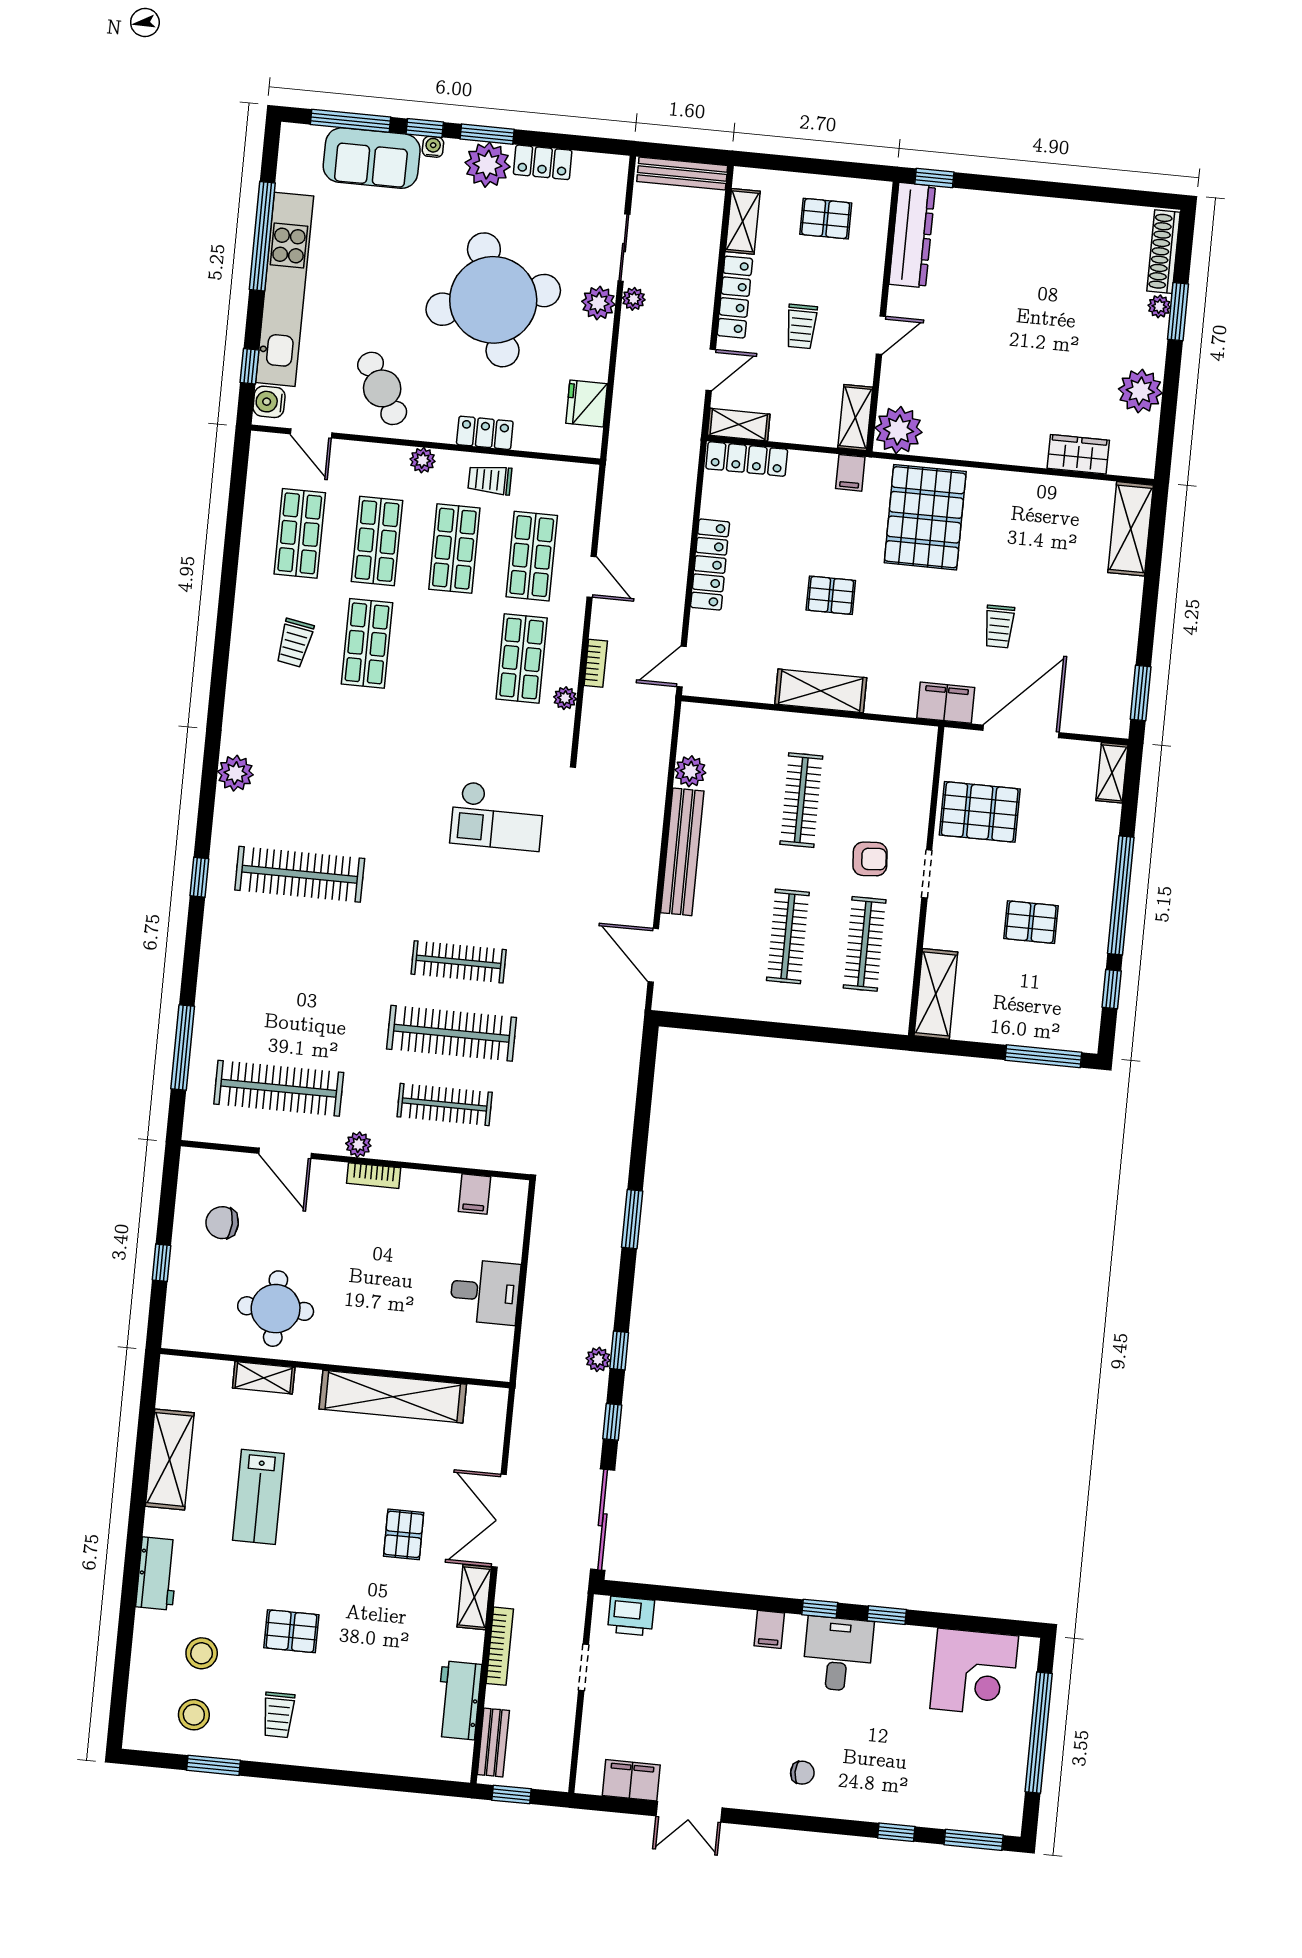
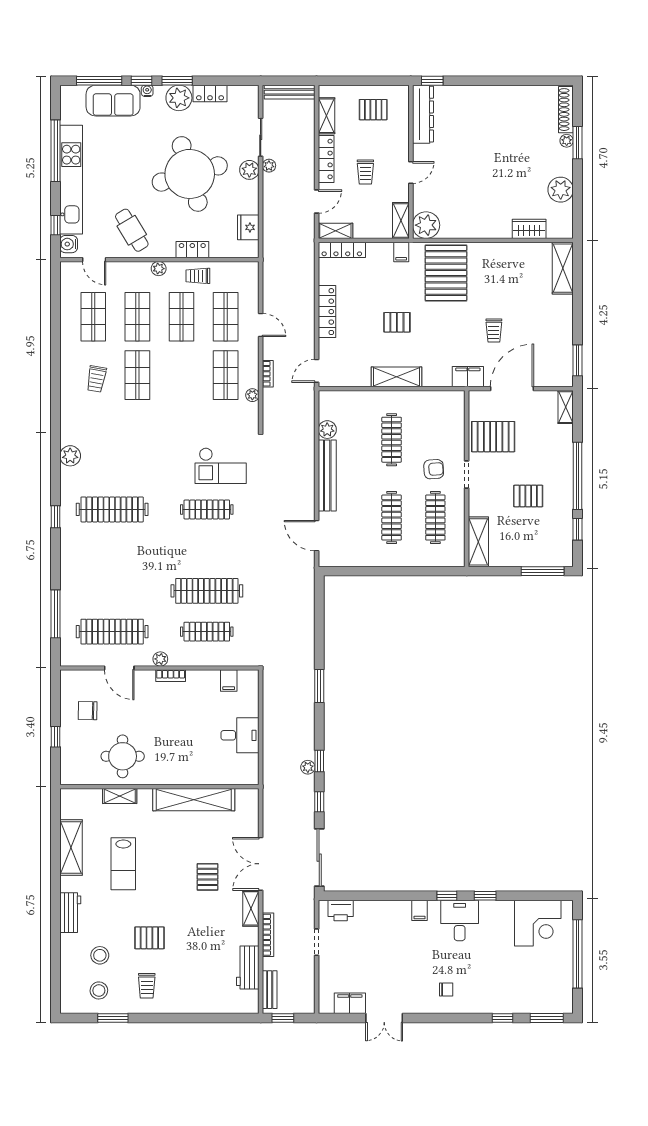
clothes rail: (459, 962) -> (207, 509), moved

